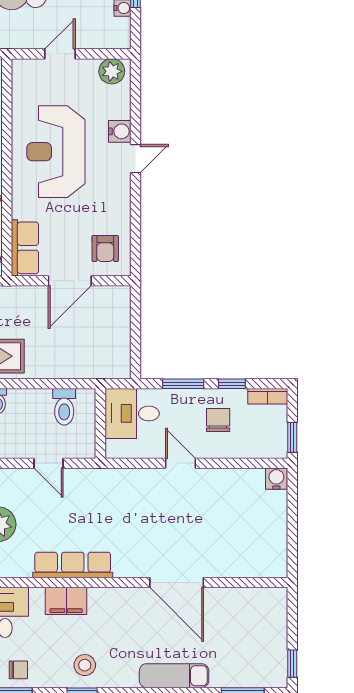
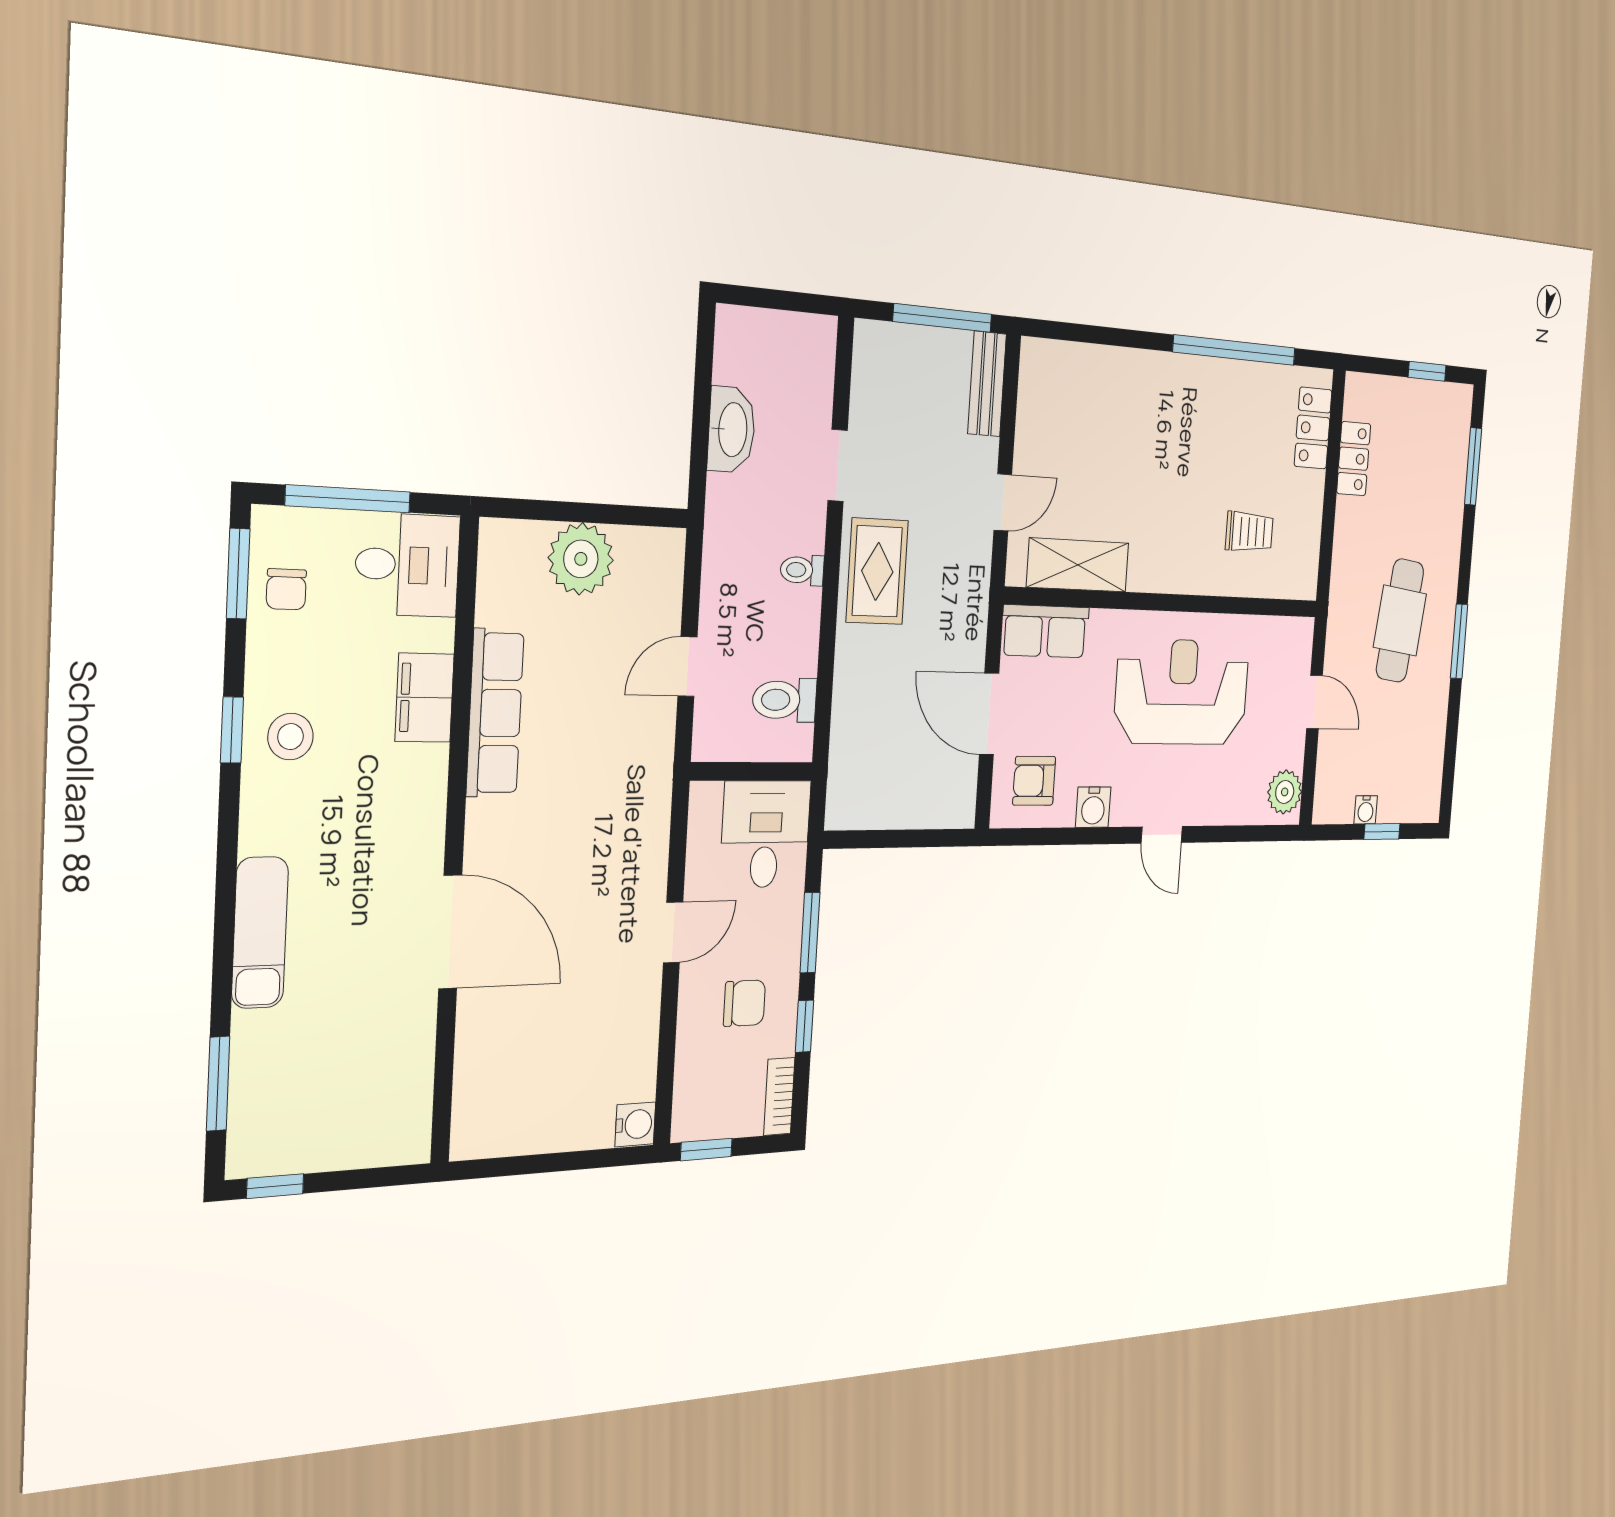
water cooler: (120, 131) -> (1093, 807), moved
door: (177, 583) -> (450, 932), swing flipped

